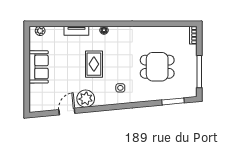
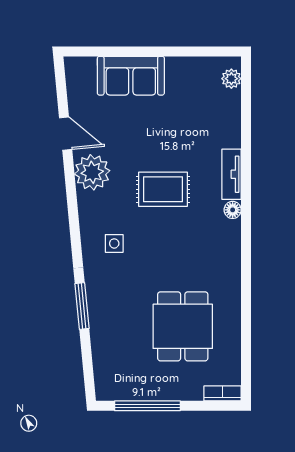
tv unit: (76, 31) -> (232, 174), moved
sofa: (39, 67) -> (131, 76), moved
dining table: (157, 67) -> (183, 326), moved
window: (173, 101) -> (82, 306), moved

